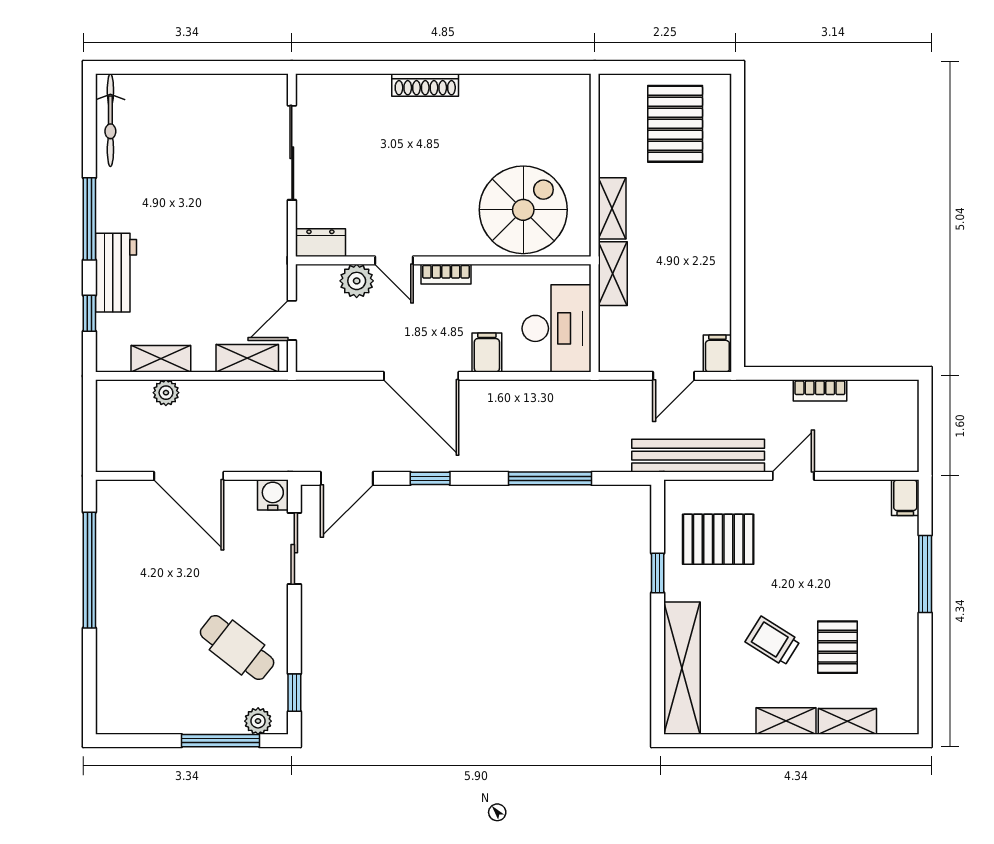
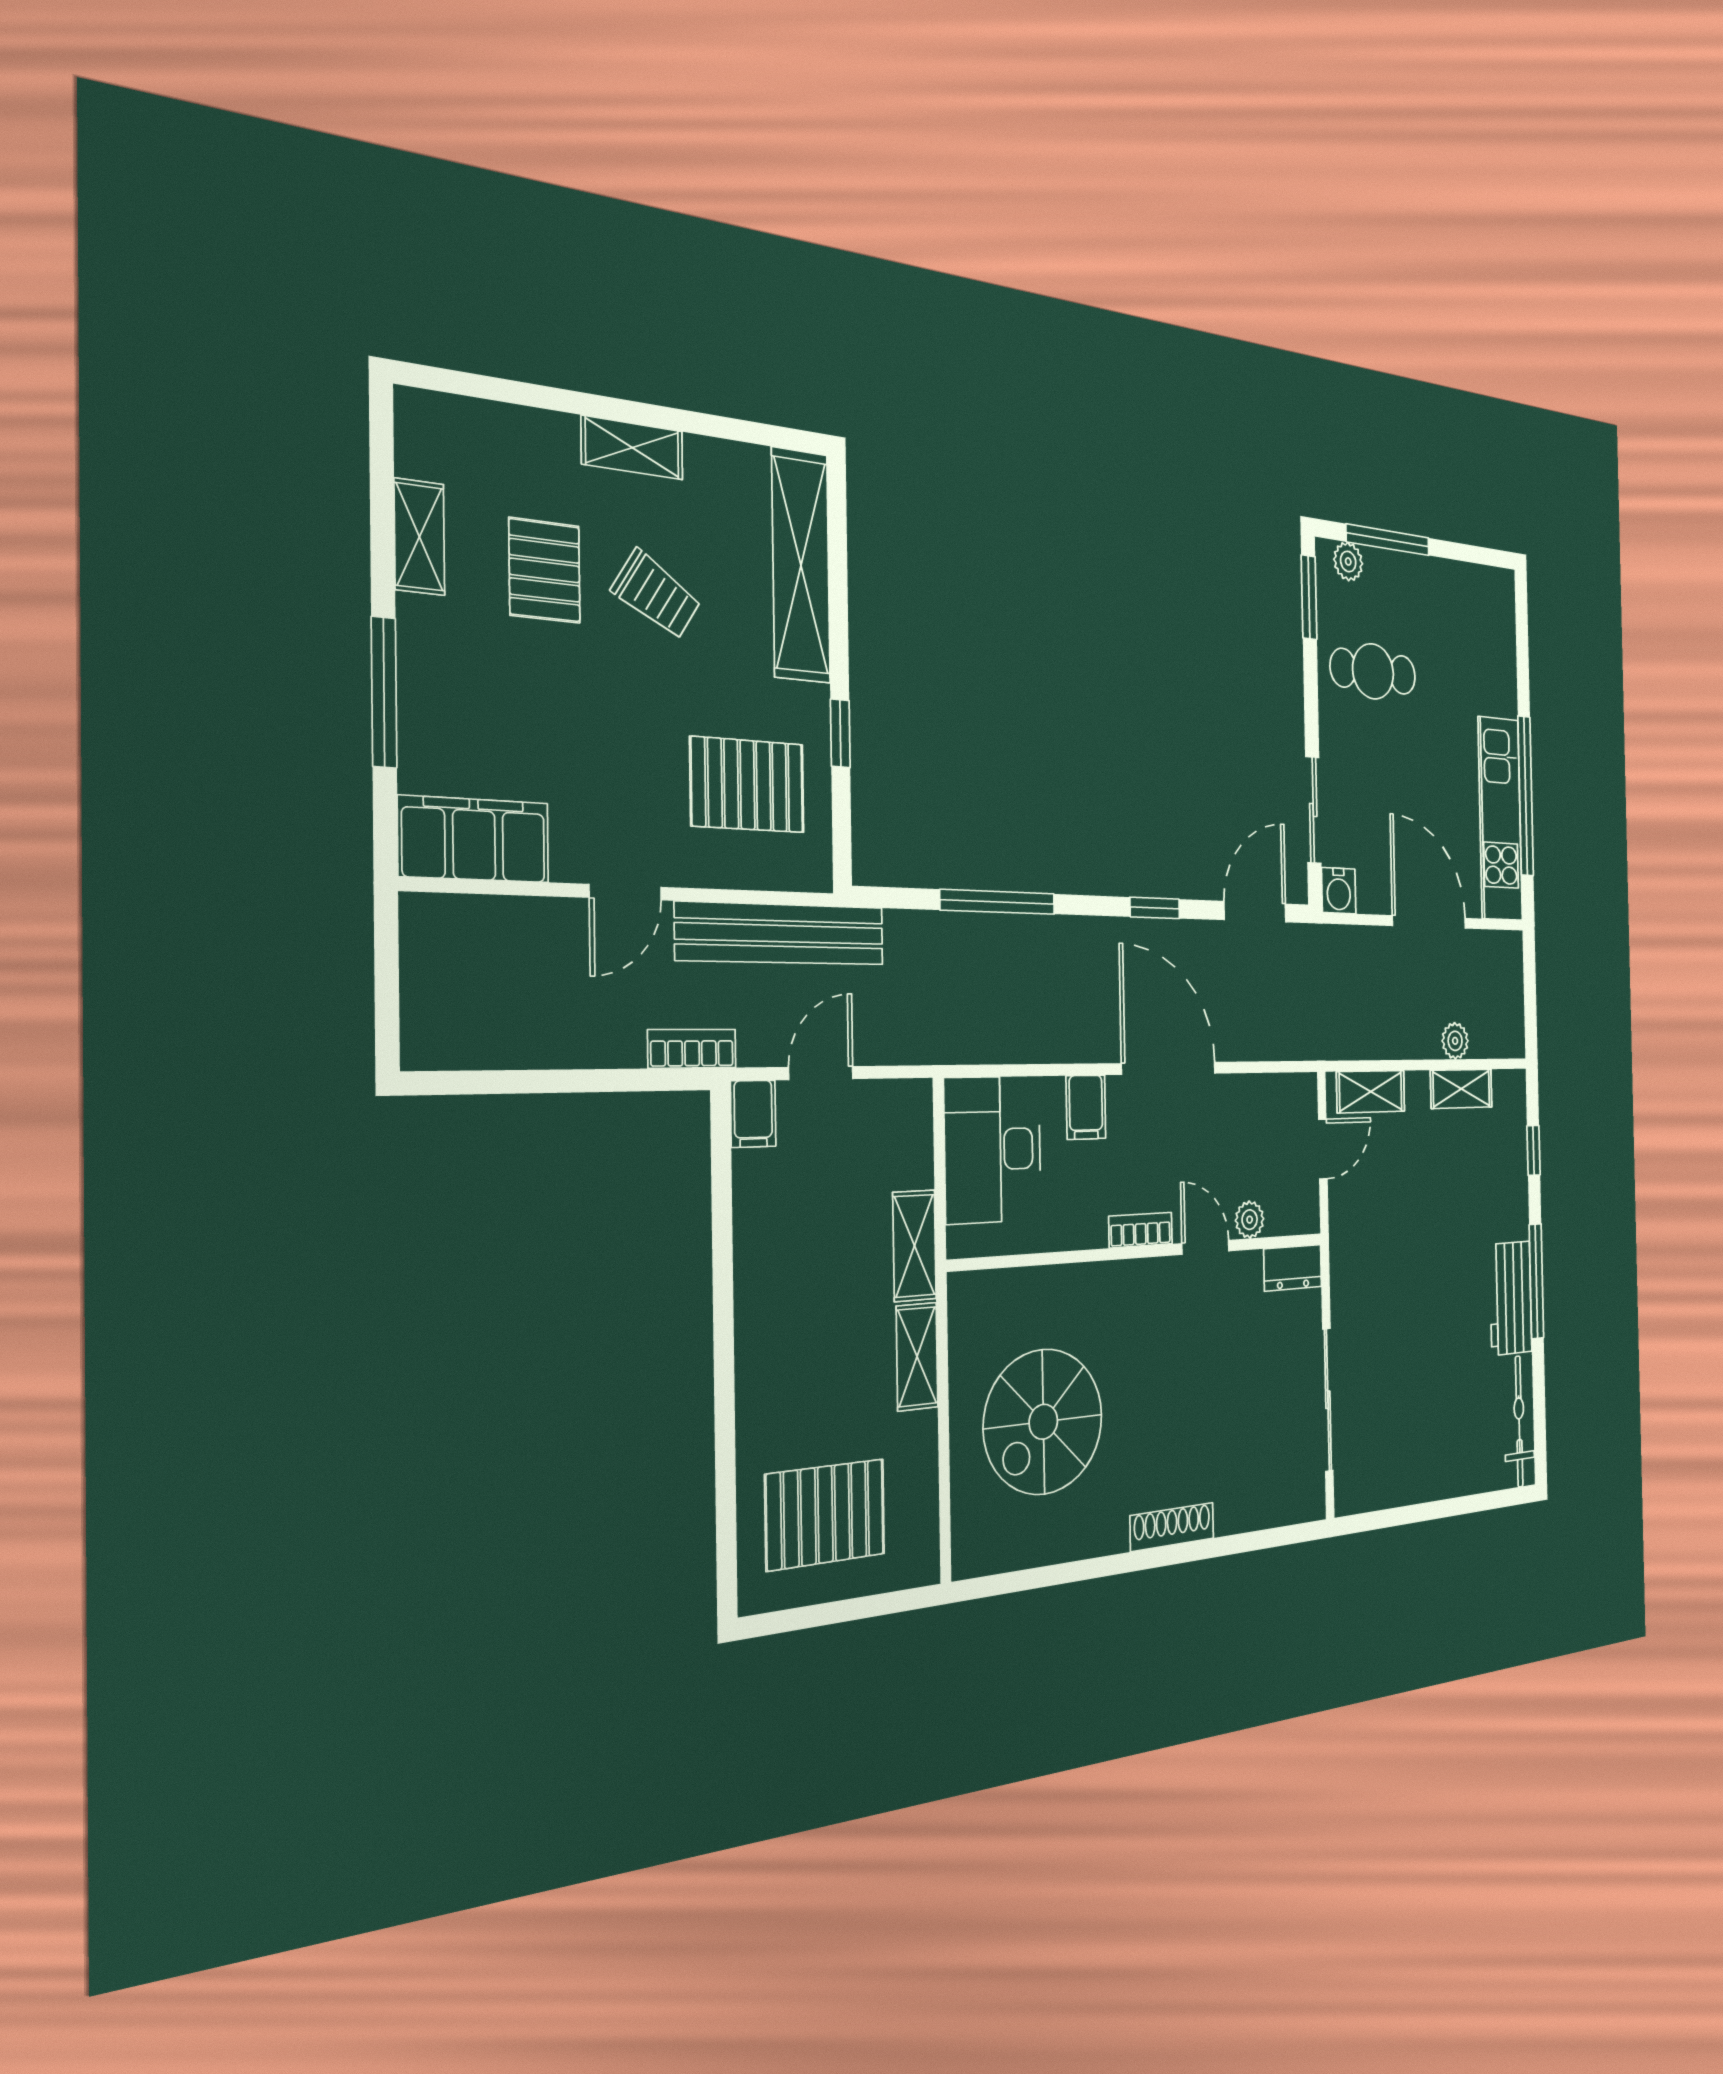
pallet: (675, 124) -> (825, 1514), turned 90
spiral stairs: (523, 210) -> (1043, 1422), moved
workbench: (116, 273) -> (1511, 1298), moved
plant: (357, 281) -> (1250, 1220), width x0.73, depth x0.73
bookcase: (820, 390) -> (692, 1049), moved
filing cabinet: (905, 498) -> (474, 839), width x3.00, depth x1.17
kitchen unit: (116, 552) -> (1500, 819), added
cafe table: (237, 647) -> (1373, 671), turned -38
window: (294, 693) -> (1309, 597), width x1.50
shelving: (847, 721) -> (419, 537), moved, turned 90

